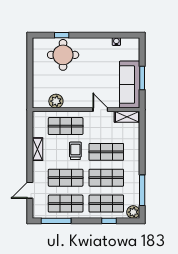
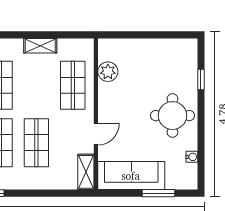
round table: (63, 55) -> (172, 116), moved
window: (142, 78) -> (159, 193), moved
trolley: (75, 151) -> (38, 99), removed

